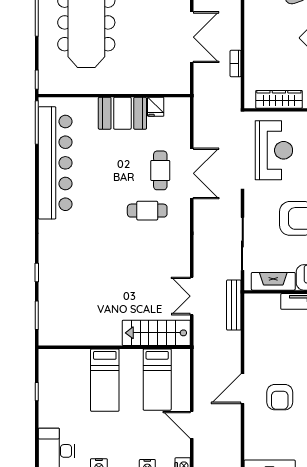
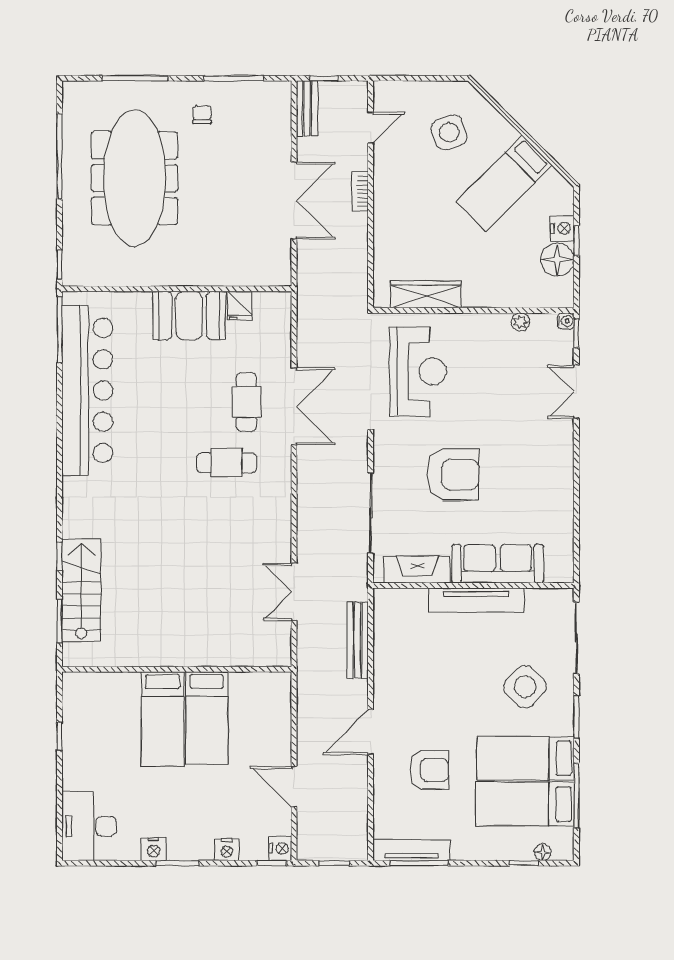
bookcase: (236, 63) -> (360, 192), moved
bench: (234, 305) -> (358, 640), moved
stairs: (156, 333) -> (81, 590), moved, turned 90
bed: (157, 380) -> (207, 718), moved
armchair: (280, 397) -> (429, 770), moved, turned -90

